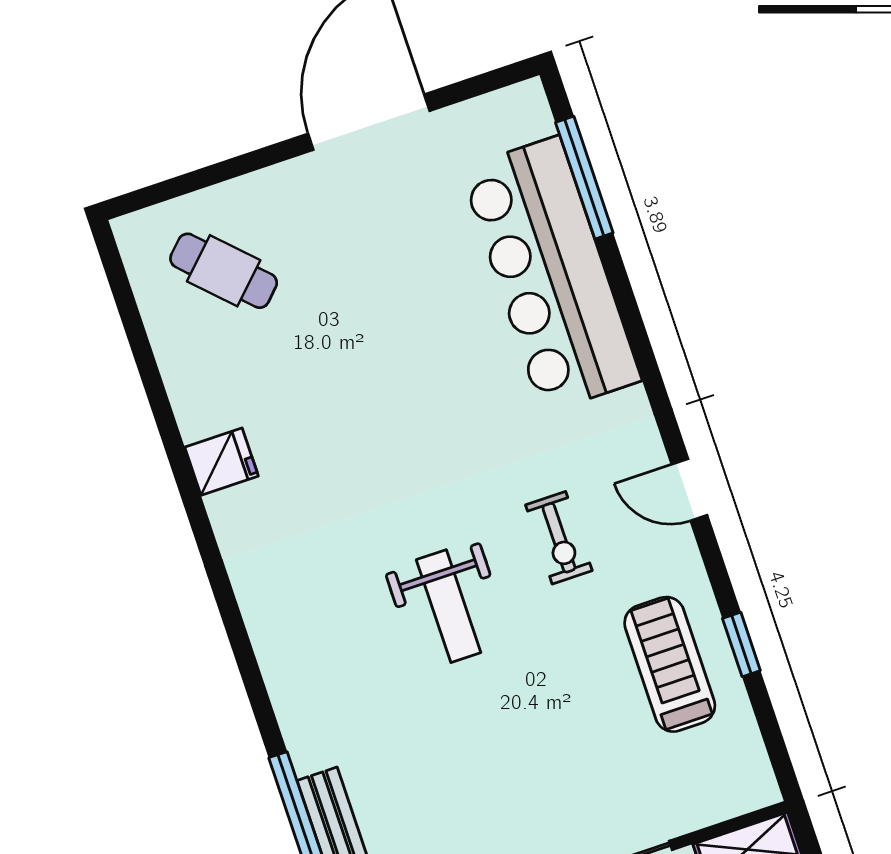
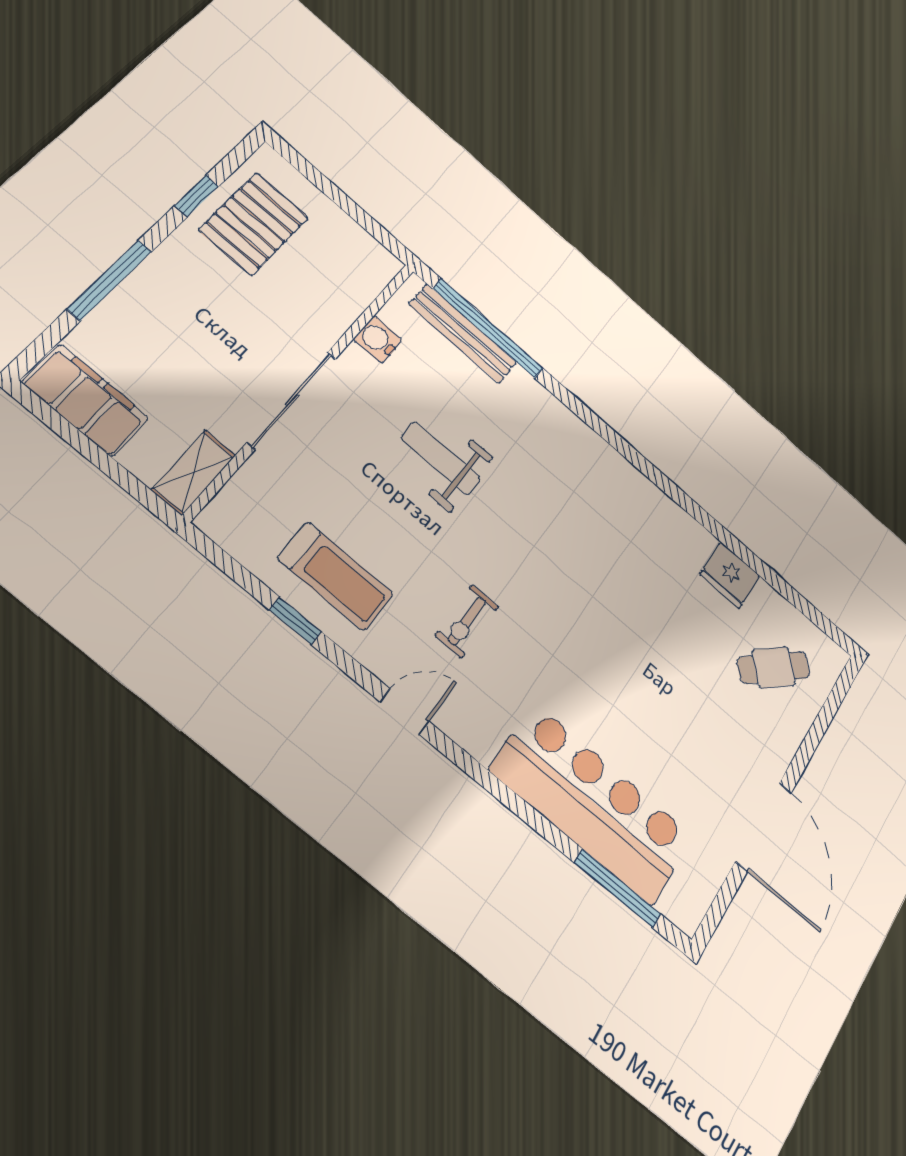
fridge: (222, 462) -> (730, 575), moved, width x1.38
exercise bike: (559, 538) -> (467, 621), turned -90
weight bench: (449, 606) -> (441, 458), moved

